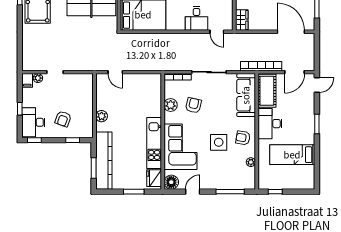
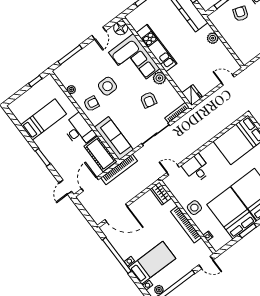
plant: (171, 105) -> (159, 78), moved
fridge: (154, 178) -> (192, 95), moved

